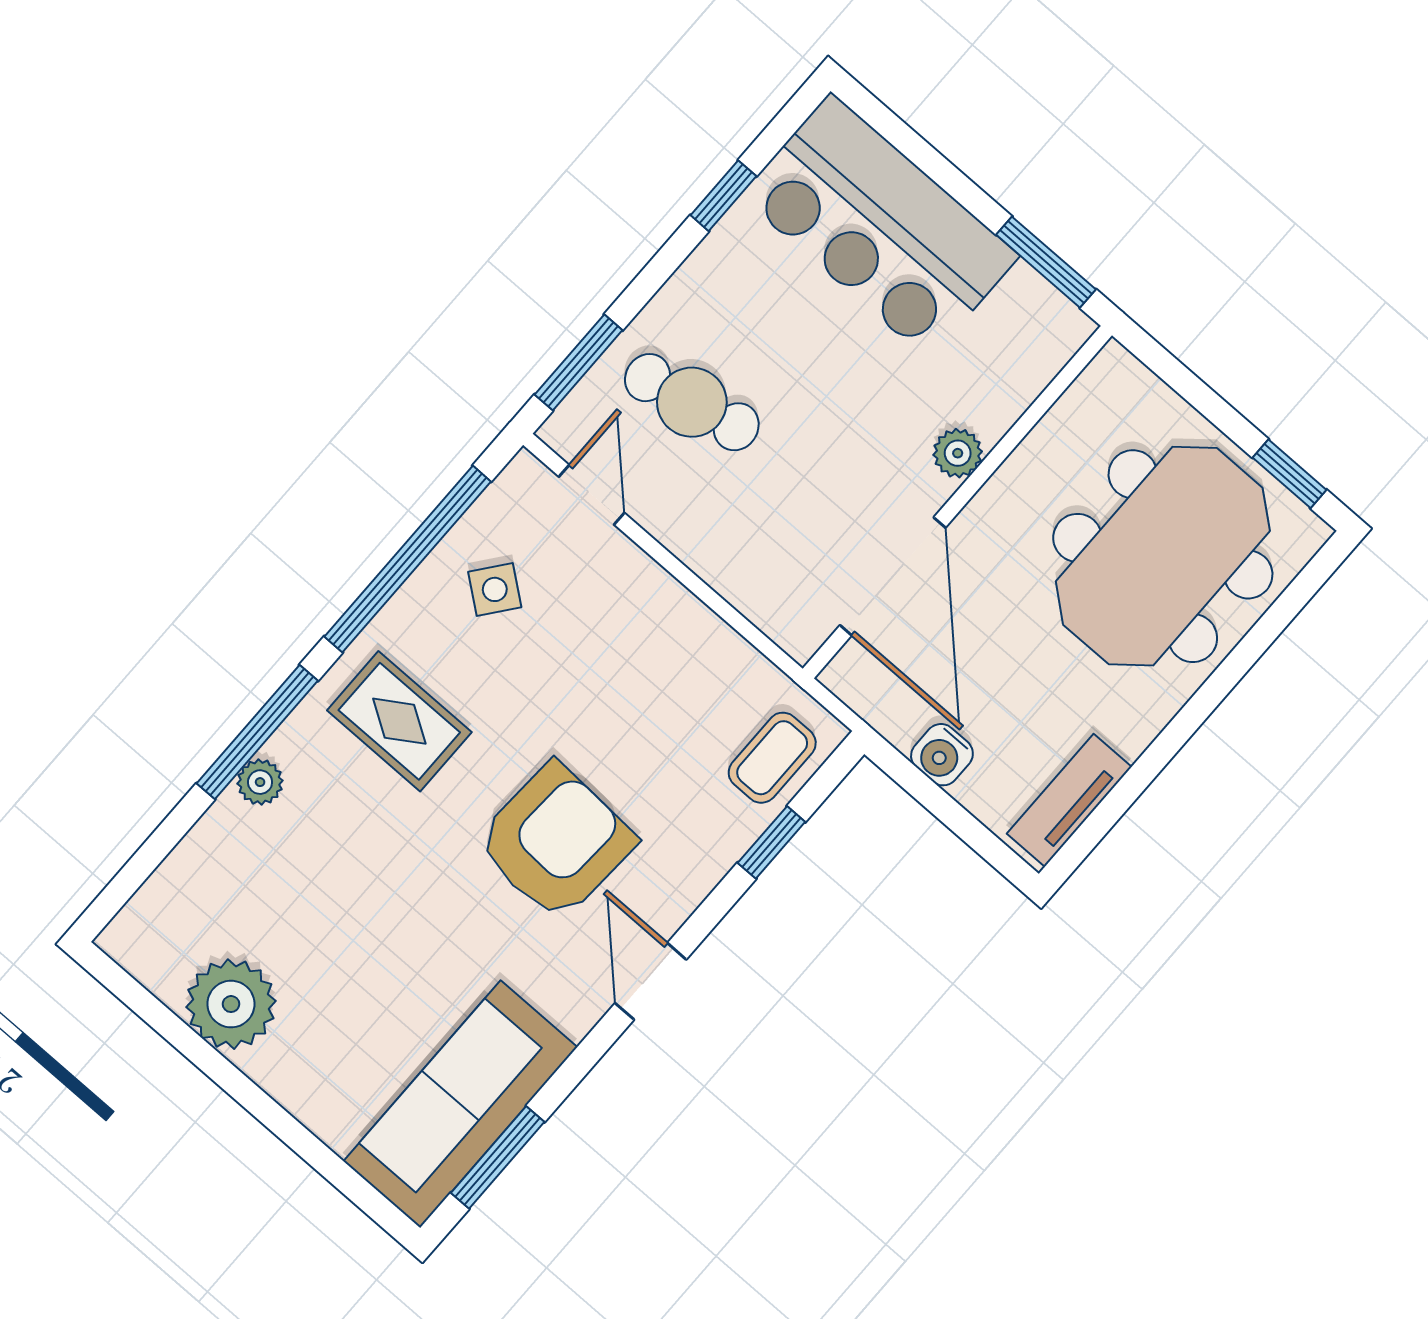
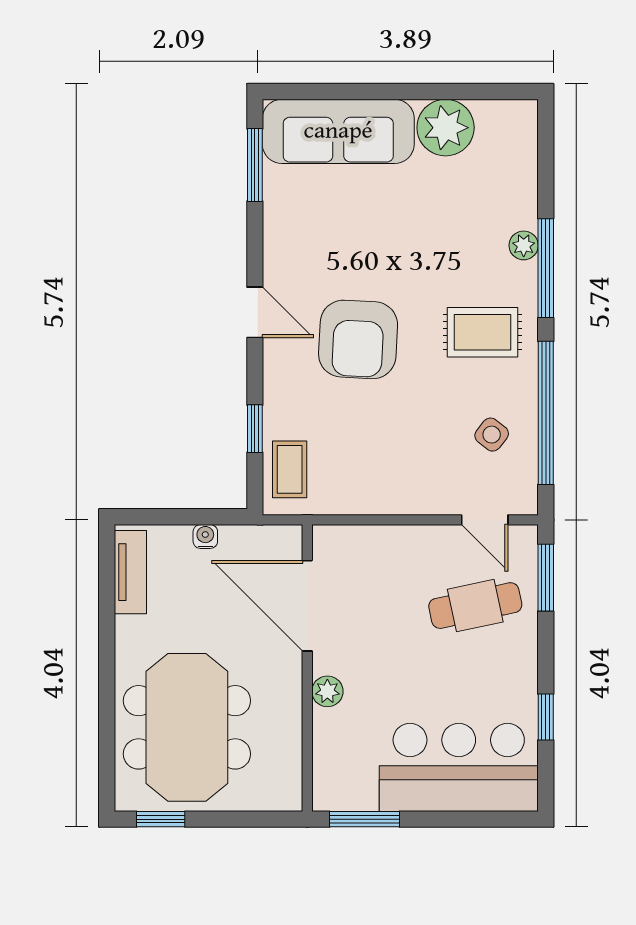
water cooler: (942, 755) -> (205, 536), width x0.72, depth x0.72
sofa: (460, 1104) -> (338, 131), moved, turned 90

